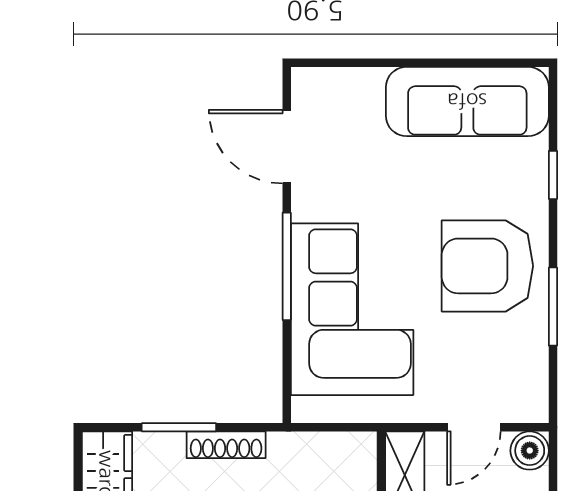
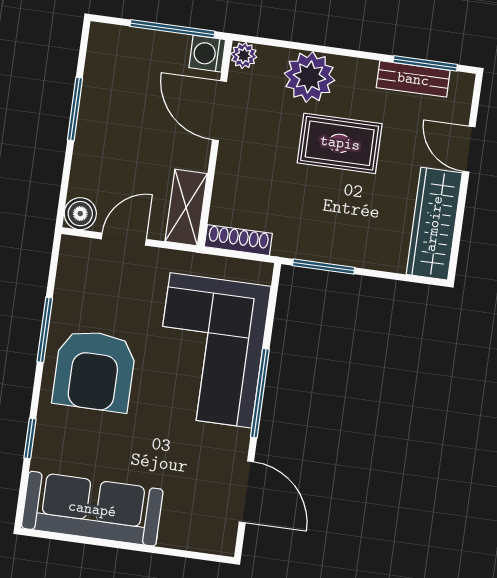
armchair: (487, 266) -> (94, 371), turned 90
window: (179, 427) -> (324, 266), moved
shoe rack: (226, 445) -> (238, 240), moved

